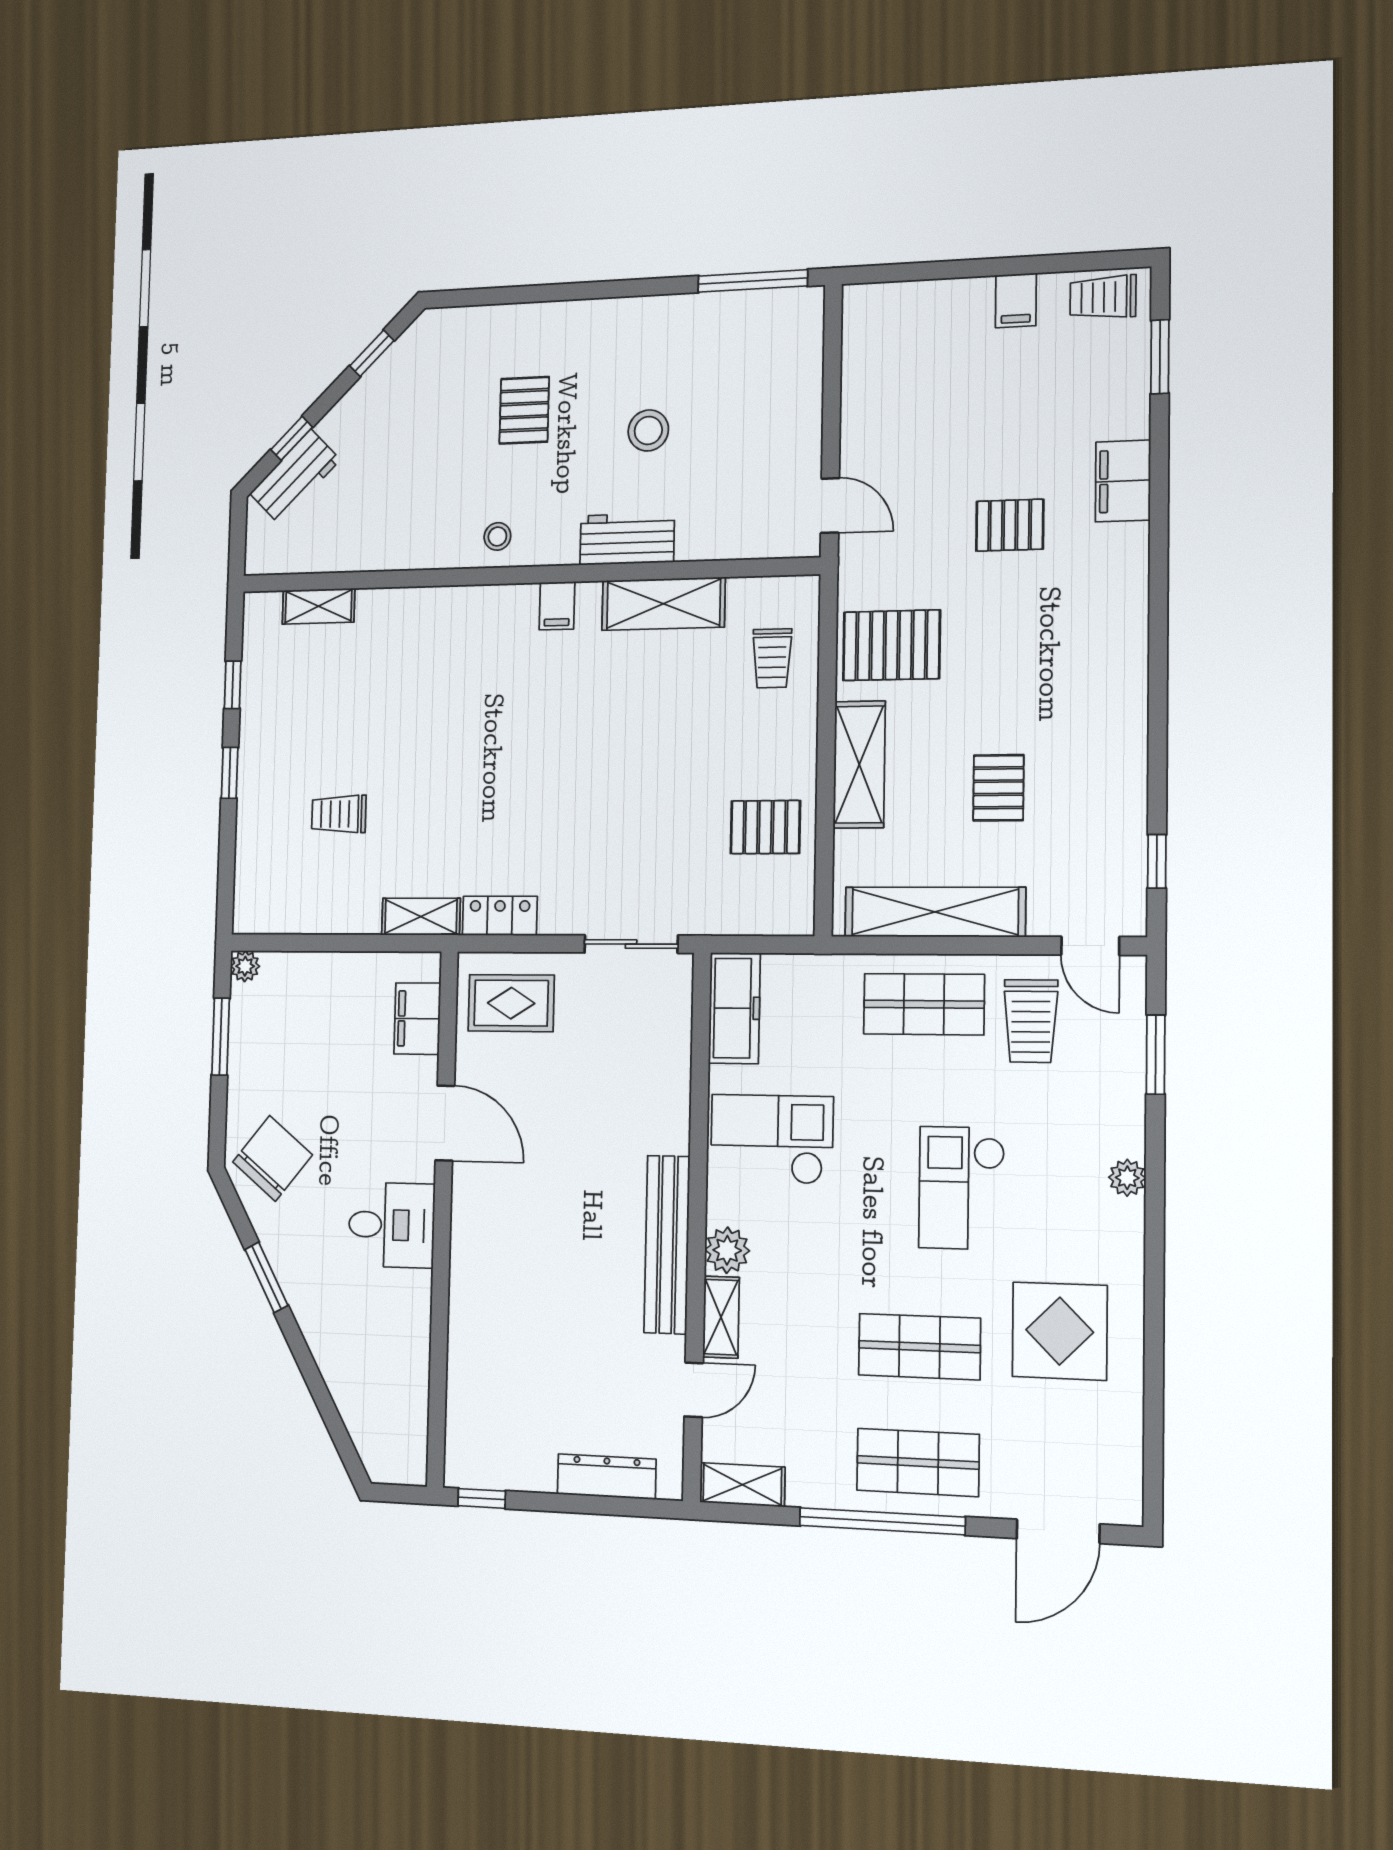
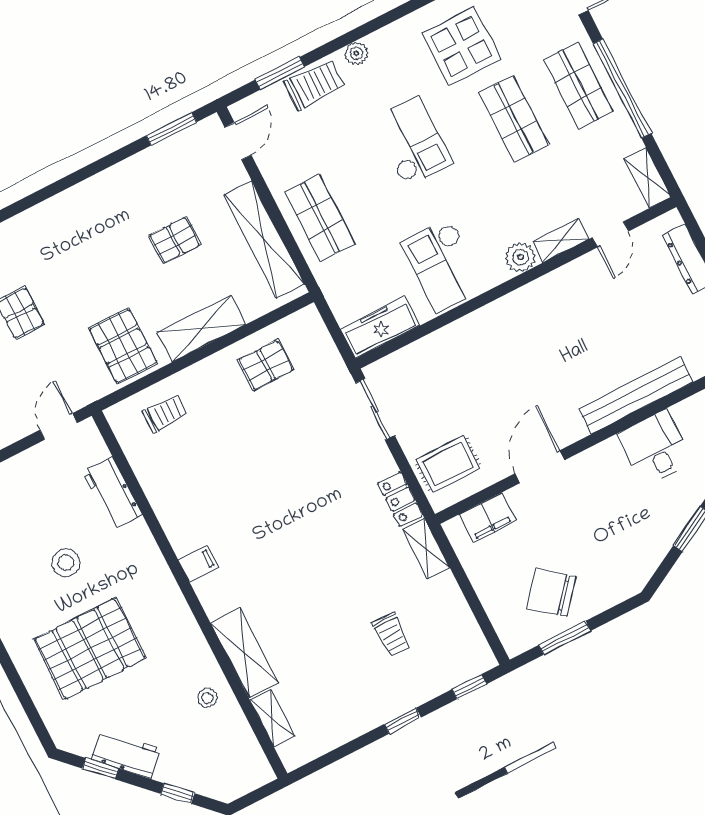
pallet: (524, 410) -> (90, 649), width x2.05, depth x2.00
workbench: (295, 477) -> (126, 754), moved
stool: (497, 536) -> (207, 698), moved
workbench: (627, 539) -> (112, 493), moved
shelving: (663, 604) -> (245, 653), moved
window: (233, 685) -> (469, 687), moved
pallet: (765, 827) -> (266, 365), turned 90
window: (1157, 861) -> (171, 129), width x1.50
plant: (245, 966) -> (514, 645), removed
rug: (511, 1003) -> (448, 464), turned 90
trolley: (1031, 1021) -> (314, 85), moved
chair: (273, 1158) -> (551, 593), moved
checkout: (962, 1188) -> (412, 142), turned -90
desk: (392, 1225) -> (655, 448), moved
bench: (667, 1245) -> (636, 395), moved
door: (694, 1390) -> (610, 234), swing flipped

